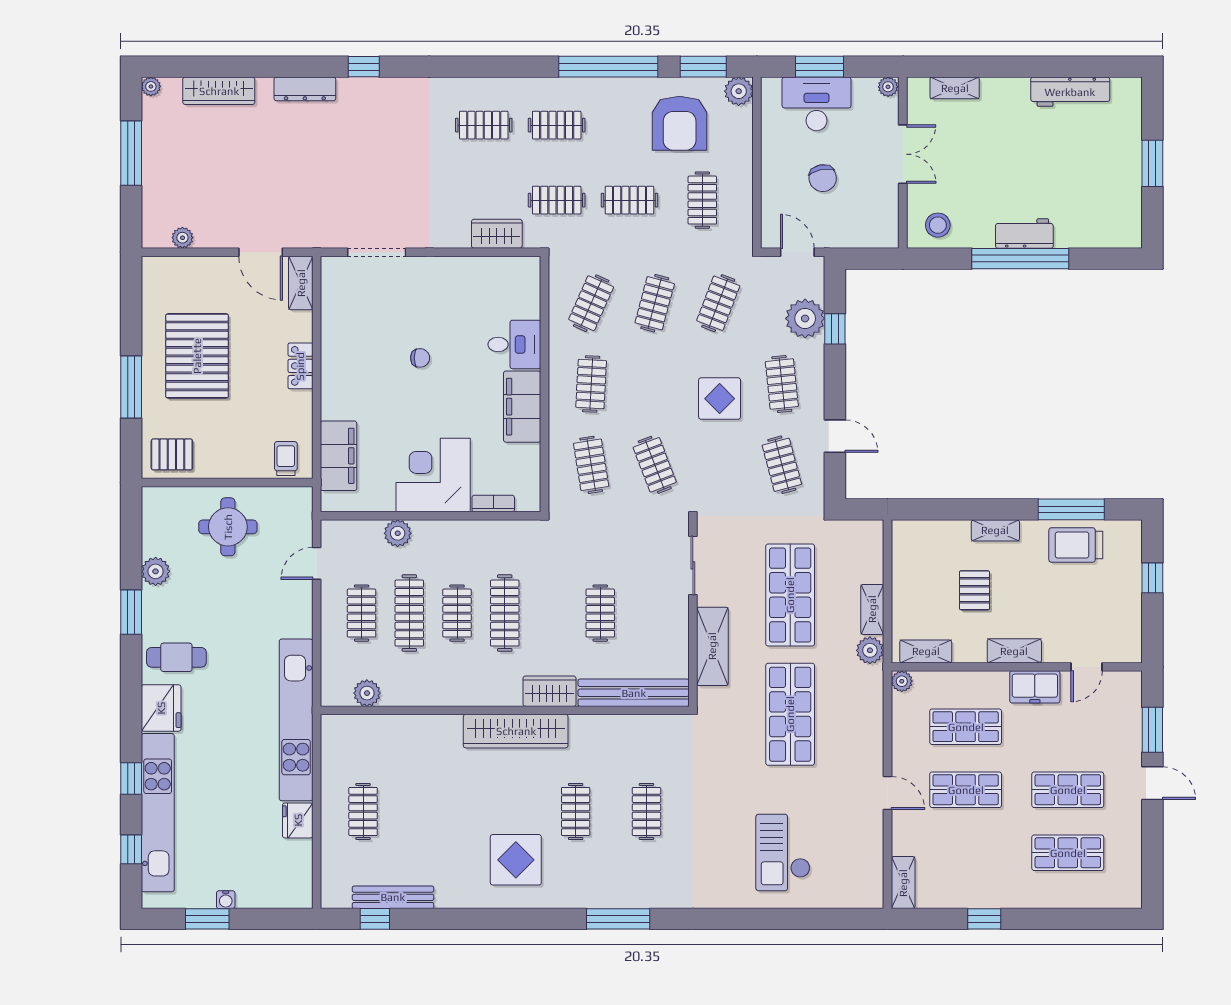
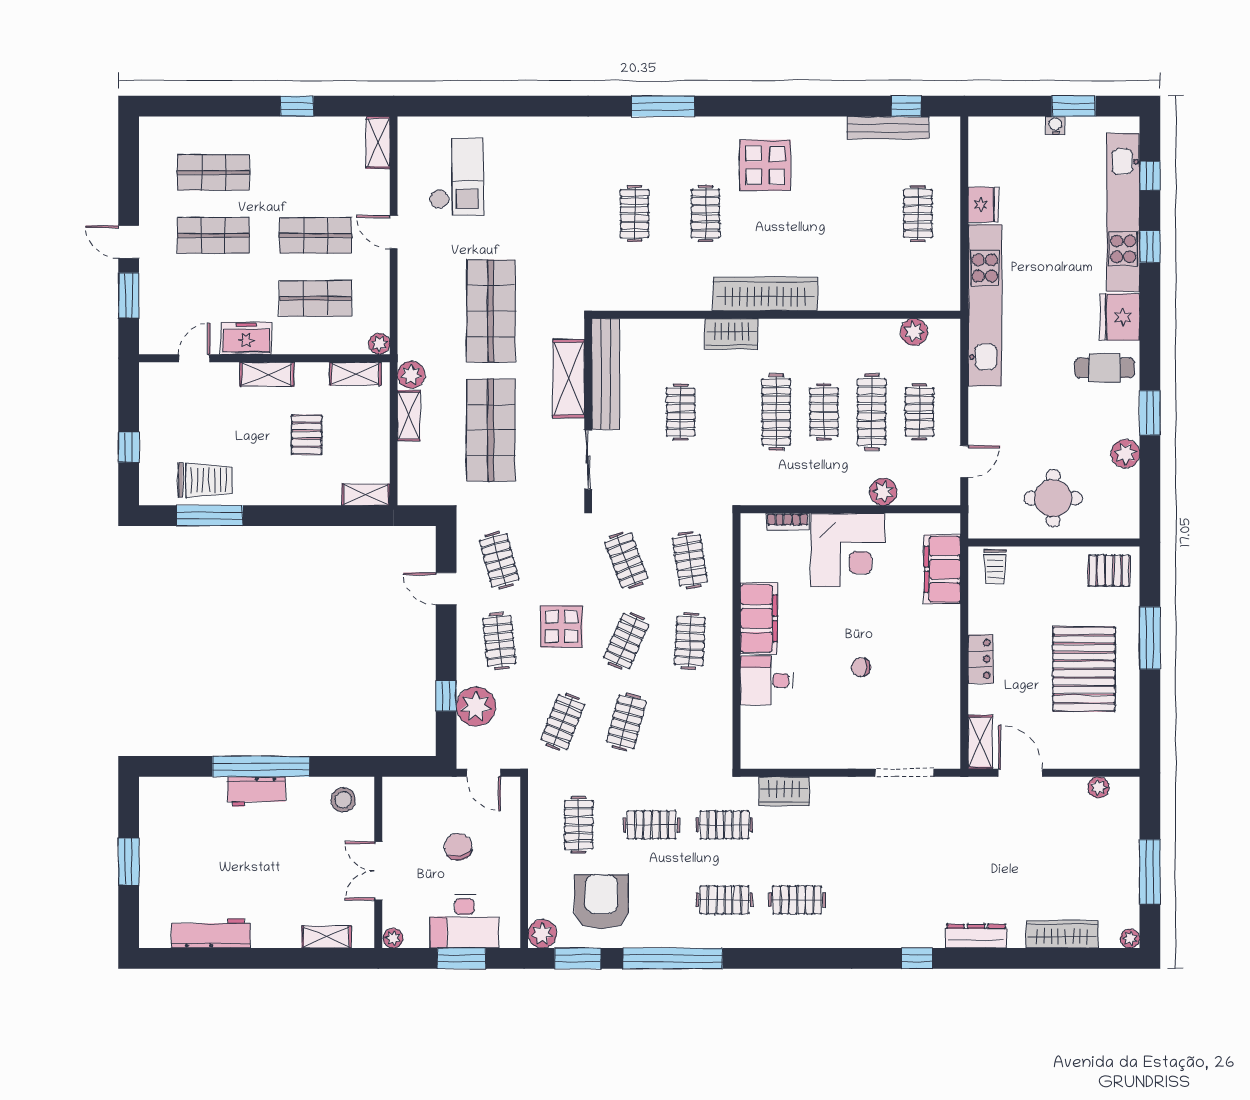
clothes rail: (591, 303) -> (626, 641), moved
shelving: (995, 530) -> (366, 495), moved
bench: (634, 693) -> (606, 374), moved, turned 90
checkout: (783, 853) -> (456, 177), moved

